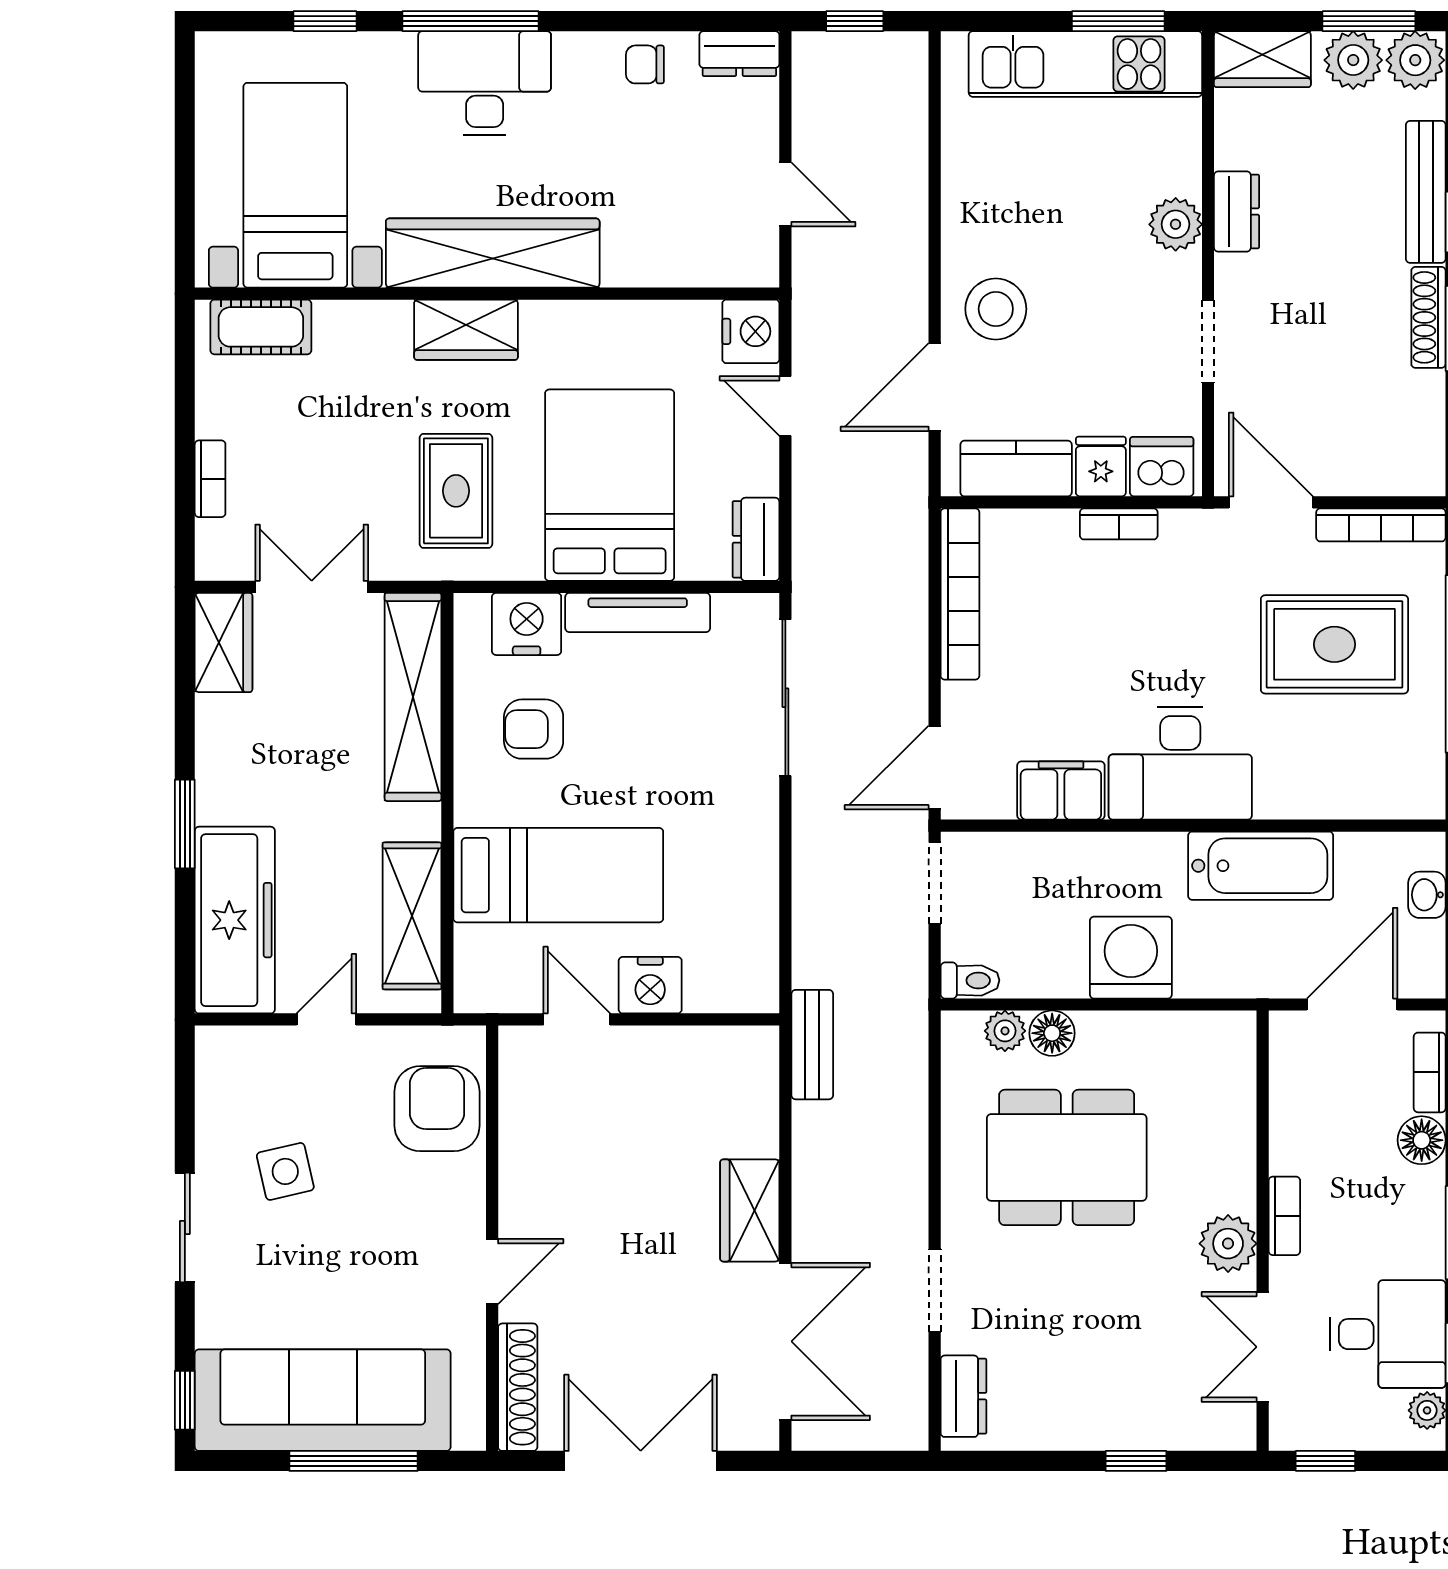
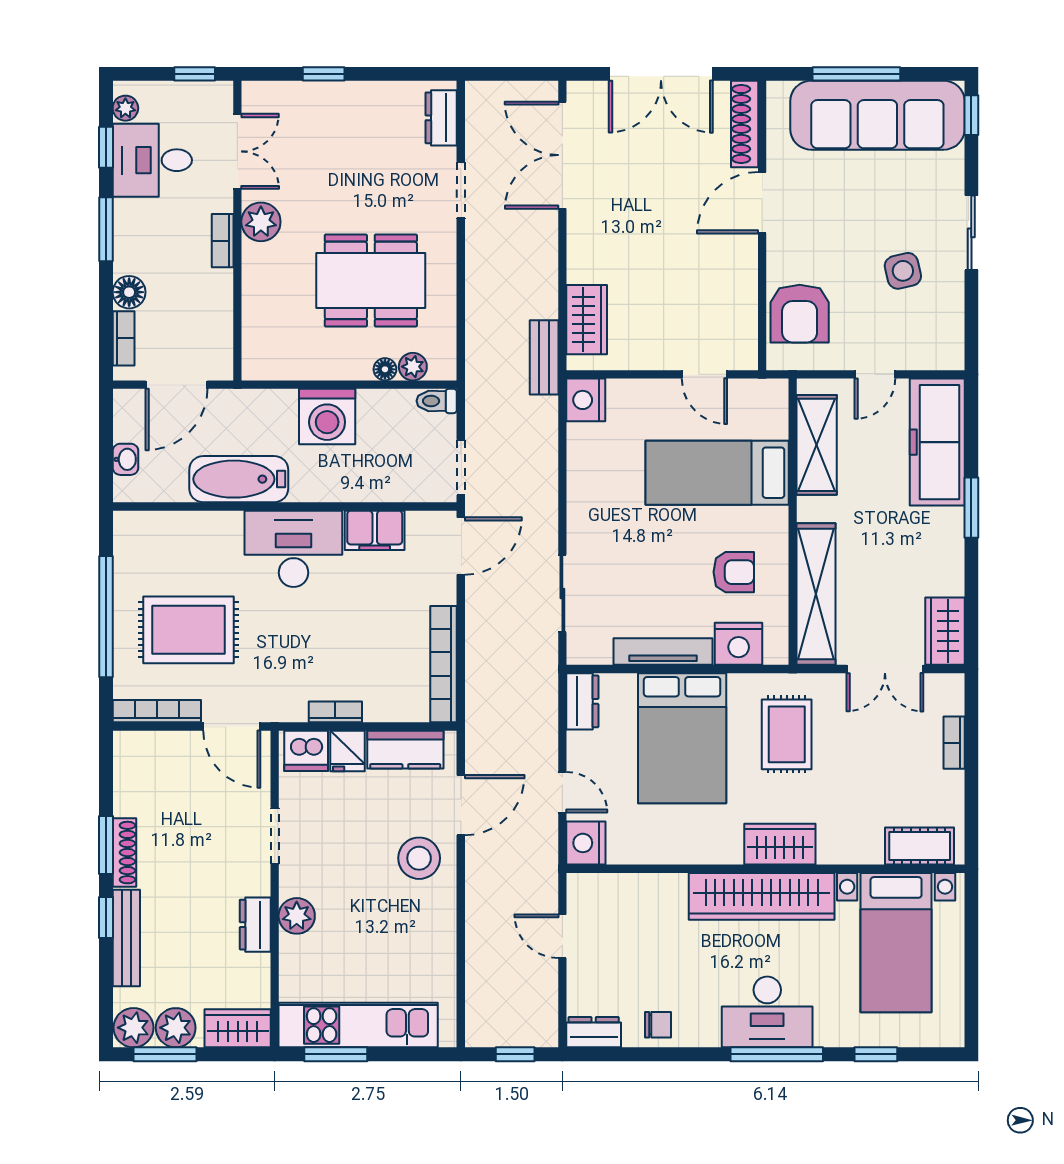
sliding door: (785, 698) -> (562, 594), width x0.73
nightstand: (650, 985) -> (586, 400), moved, turned -90
floor lamp: (1052, 1033) -> (385, 369), width x0.73, depth x0.73
wardrobe: (750, 1210) -> (587, 320), moved
door: (492, 1272) -> (762, 203), width x1.38

